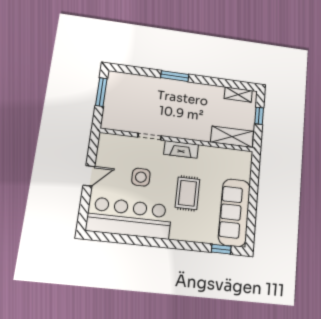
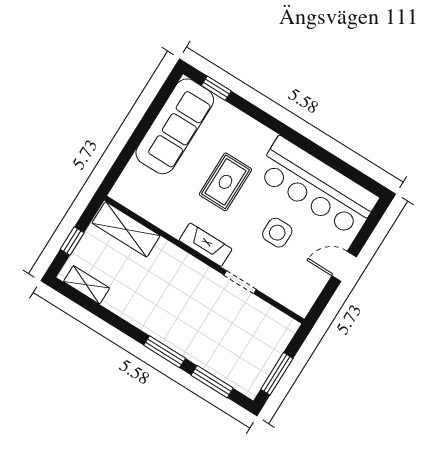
window: (139, 71) -> (212, 382), added

